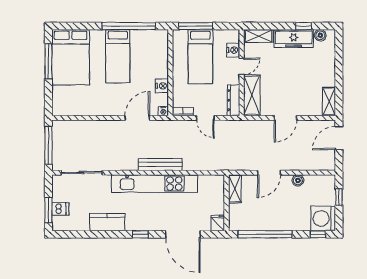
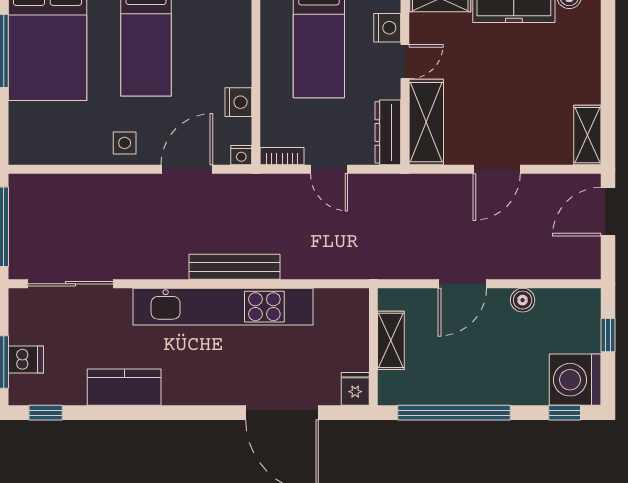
side table: (107, 105) -> (125, 143), added
shelving: (235, 189) -> (391, 340), moved
window: (140, 234) -> (46, 413), moved

